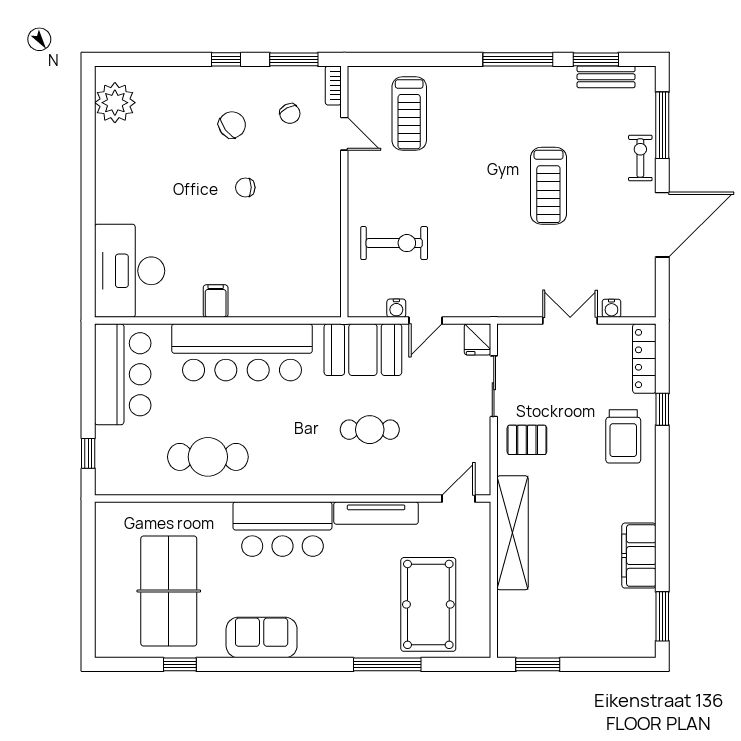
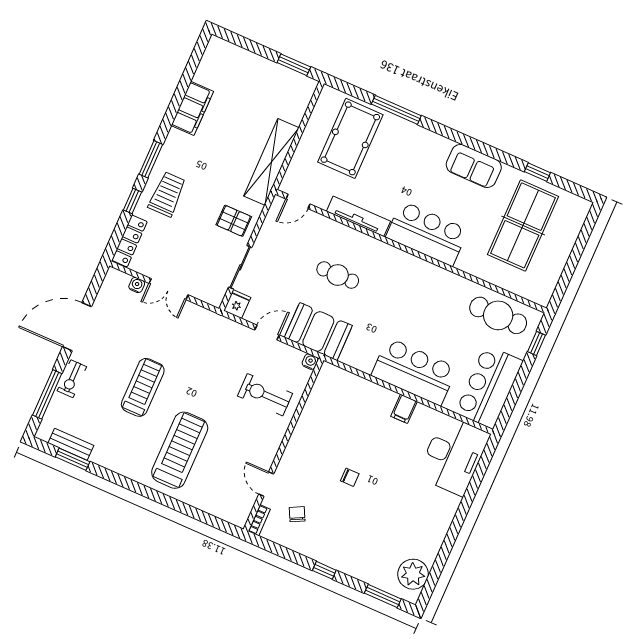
window: (294, 59) -> (383, 596), moved
window: (518, 59) -> (126, 483), removed
treadmill: (409, 114) -> (180, 450), moved, width x1.37, depth x1.38
chair: (232, 125) -> (340, 524), removed
water cooler: (396, 308) -> (310, 362), moved
bar counter: (242, 352) -> (414, 372), width x0.73
cafe table: (208, 457) -> (498, 315), moved
window: (662, 616) -> (151, 159), moved

